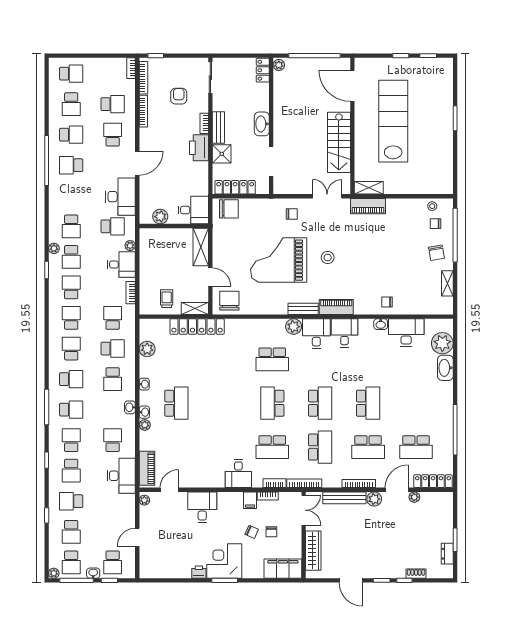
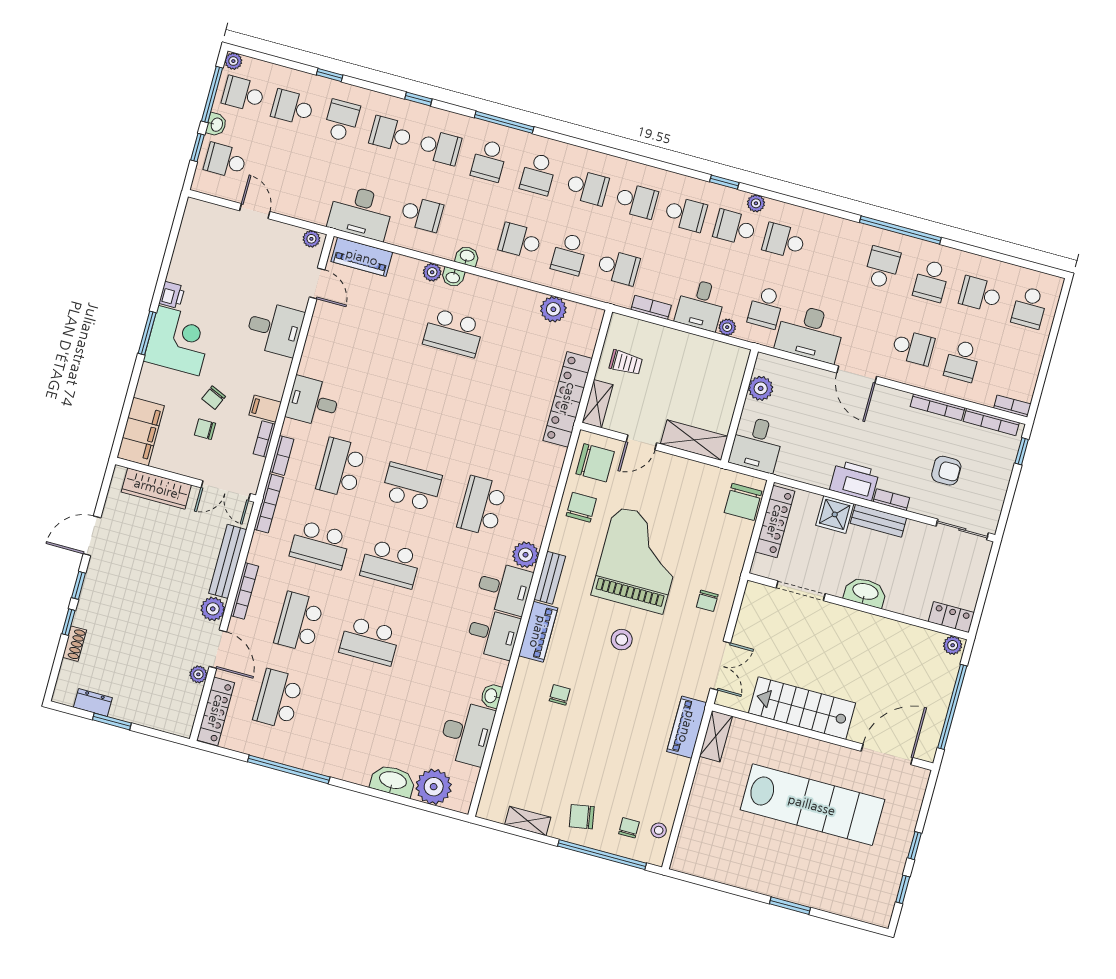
chair: (257, 302) -> (581, 507), added
chair: (387, 302) -> (560, 695), moved
washbasin: (144, 384) -> (498, 289), removed

